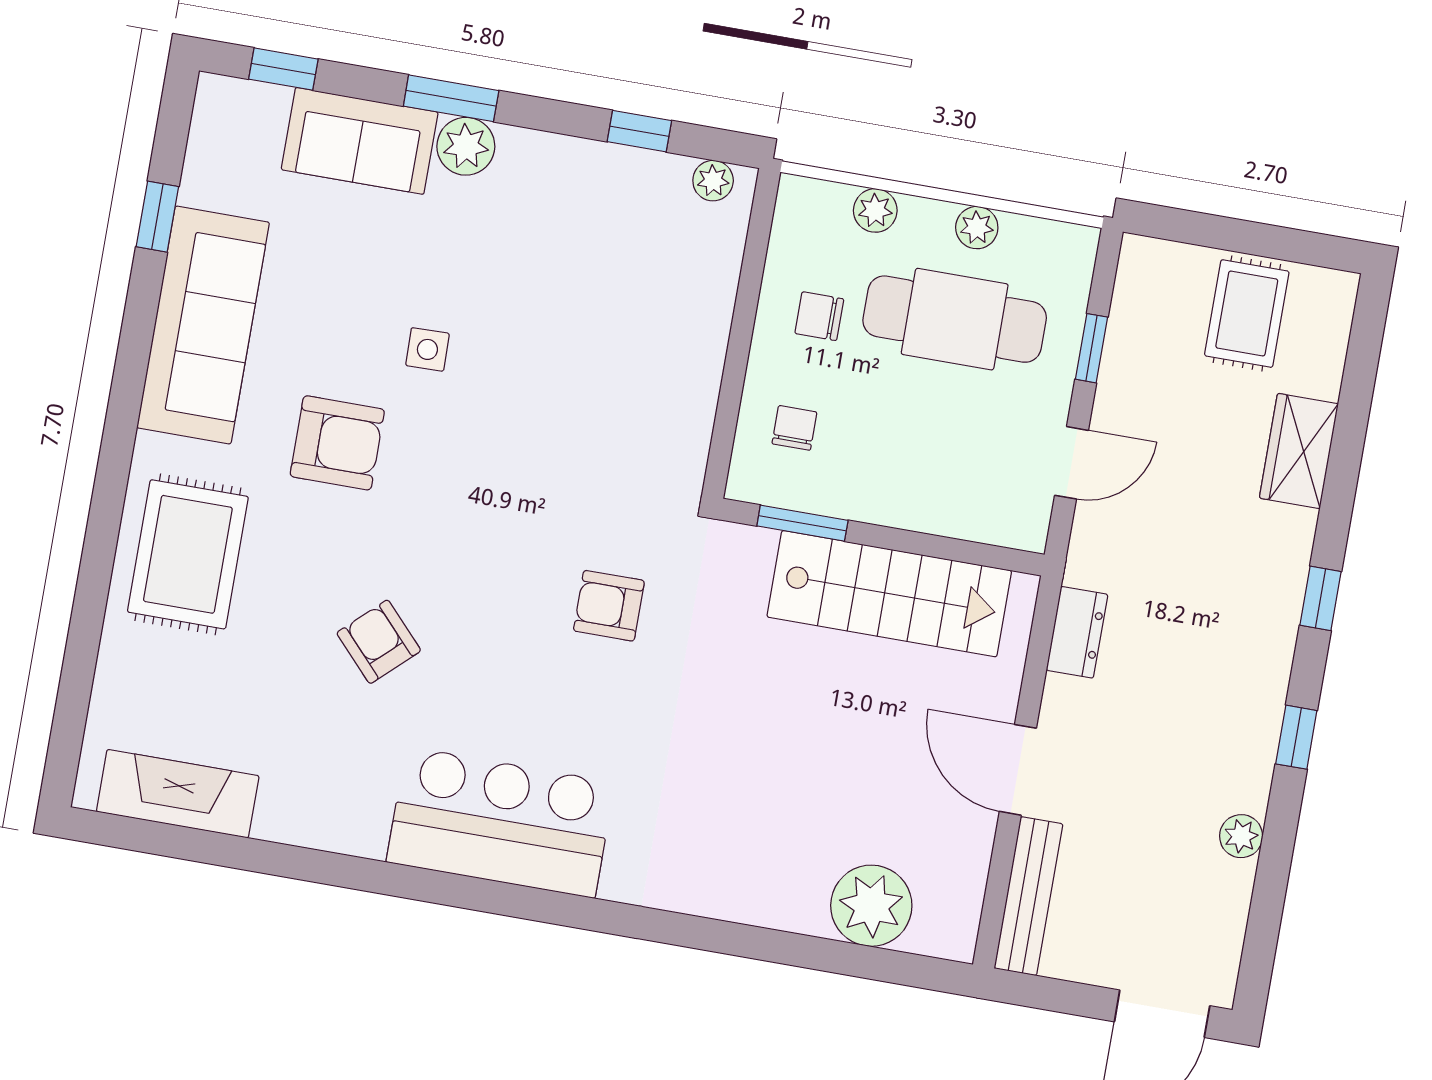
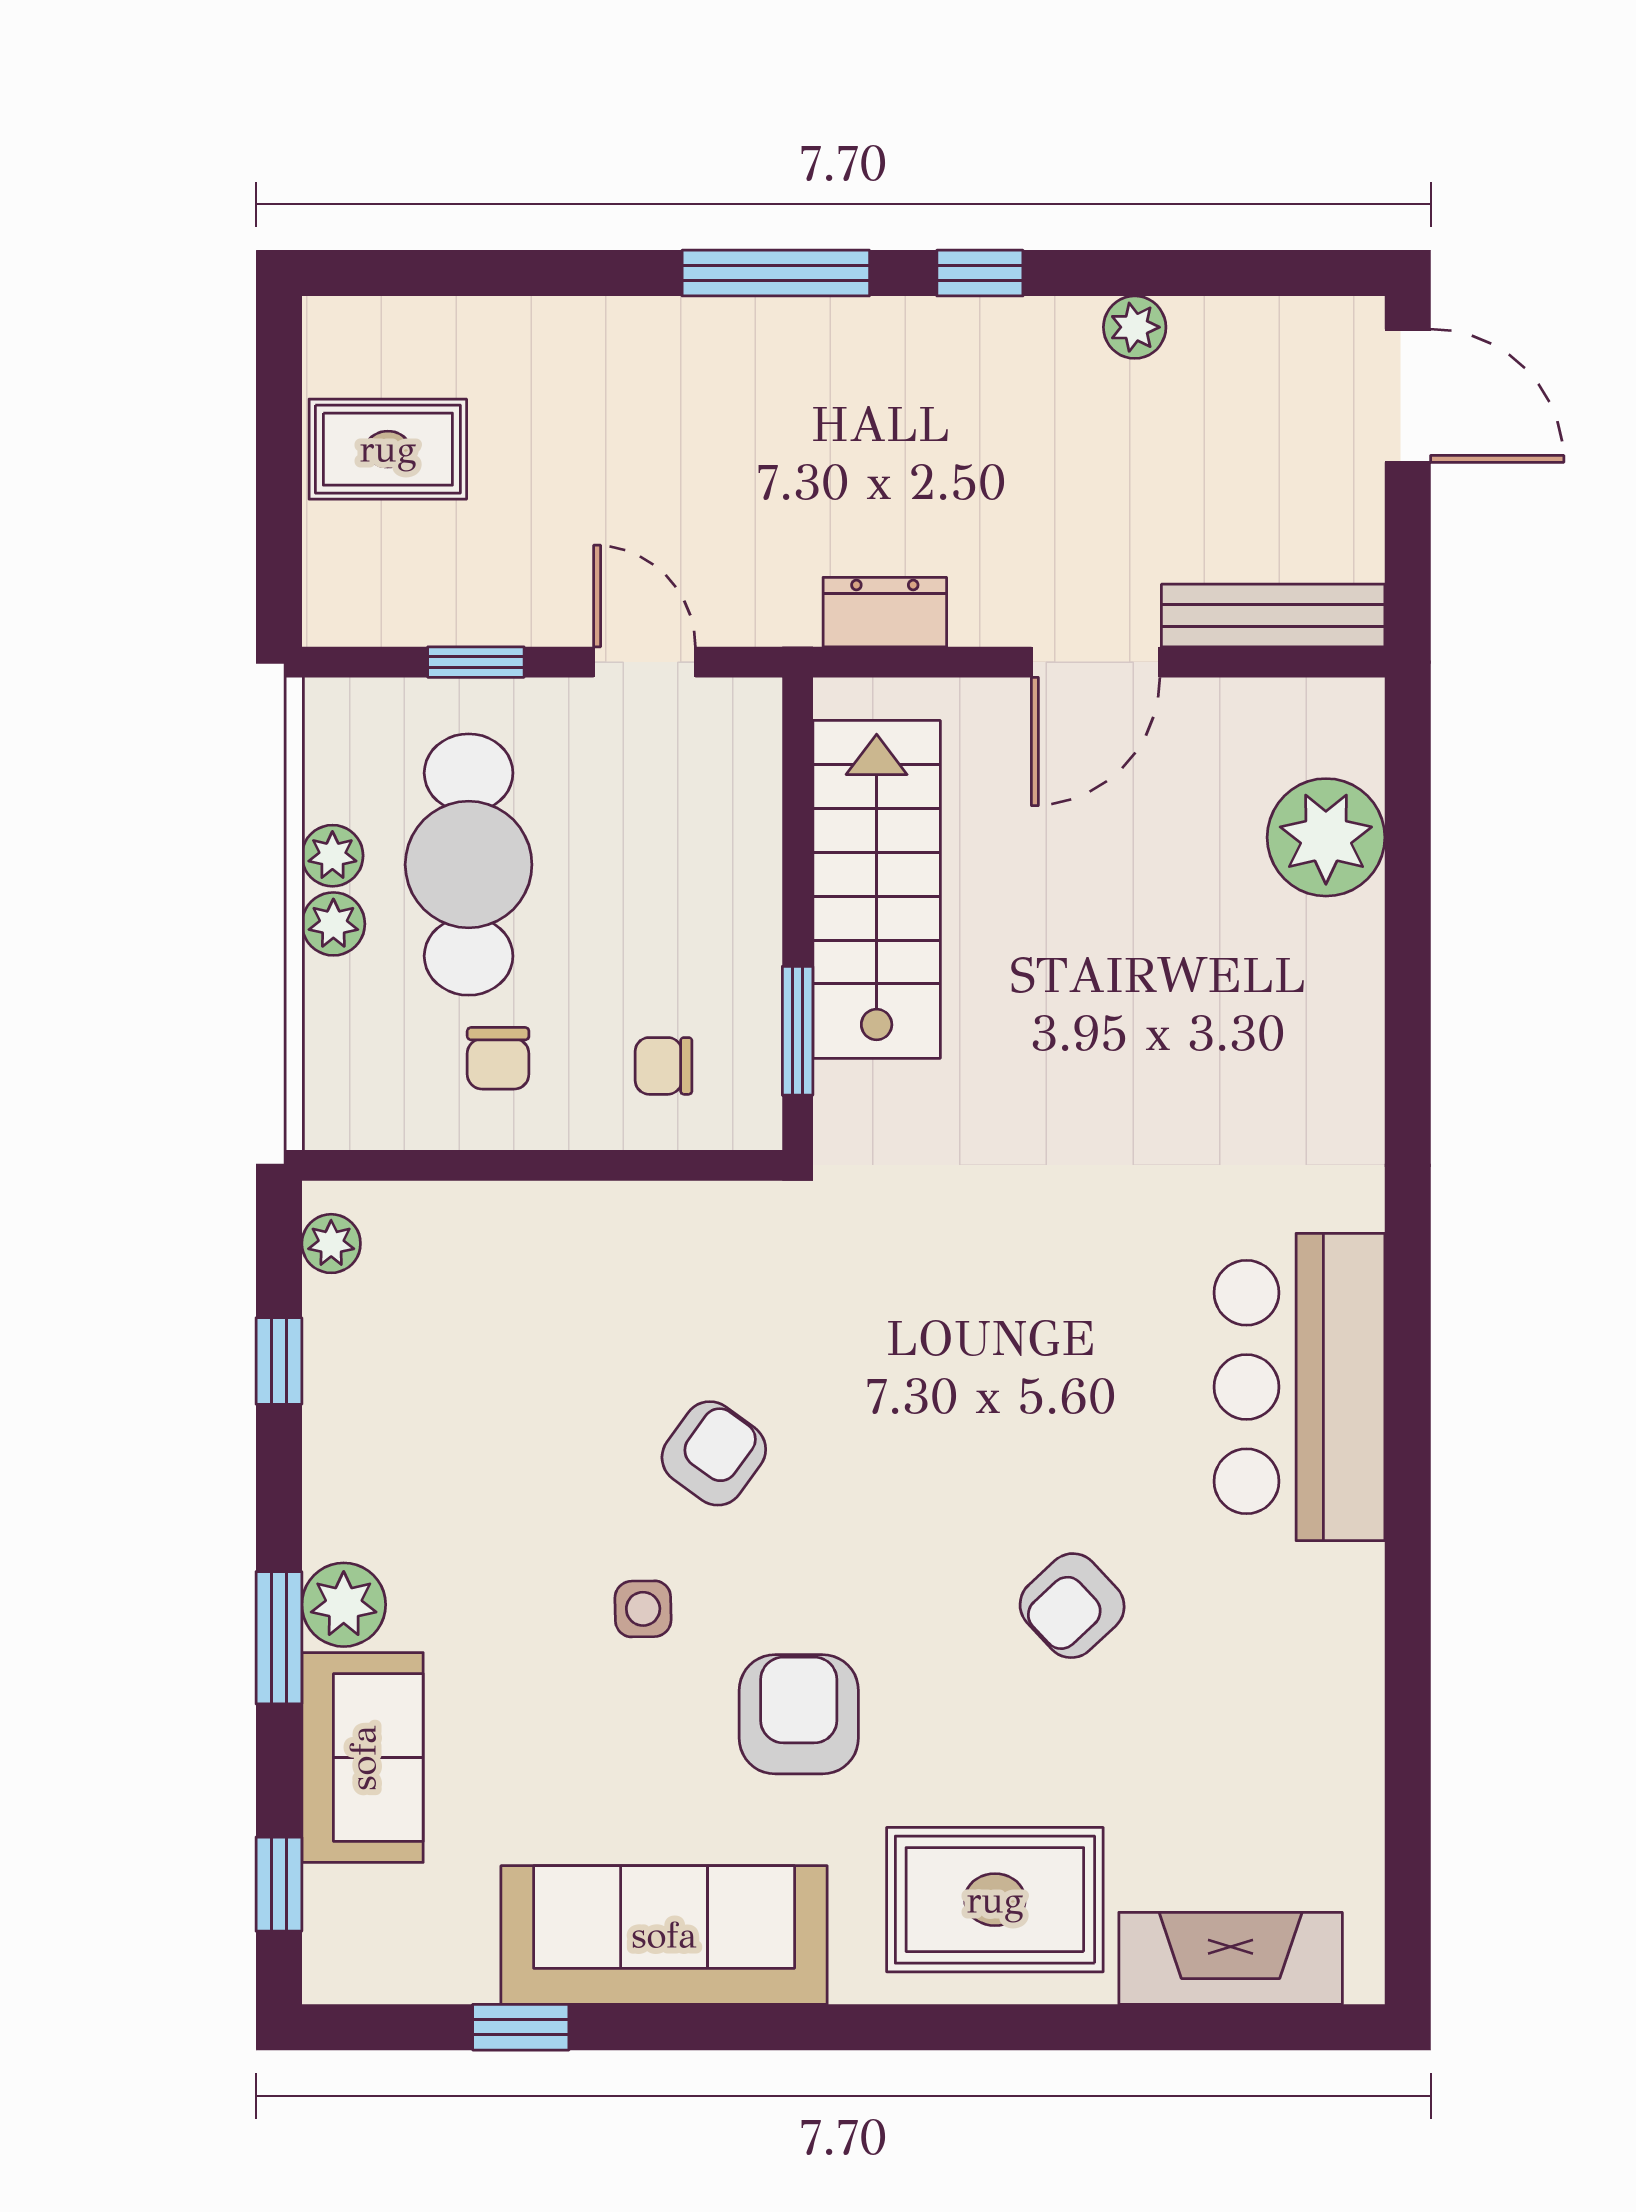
plant: (875, 210) -> (333, 924), moved
wardrobe: (1299, 451) -> (571, 341), removed
window: (1321, 598) -> (776, 273), width x2.17
armchair: (609, 606) -> (714, 1453), moved, turned -144
fireplace: (178, 794) -> (1231, 1958), moved, turned 90

